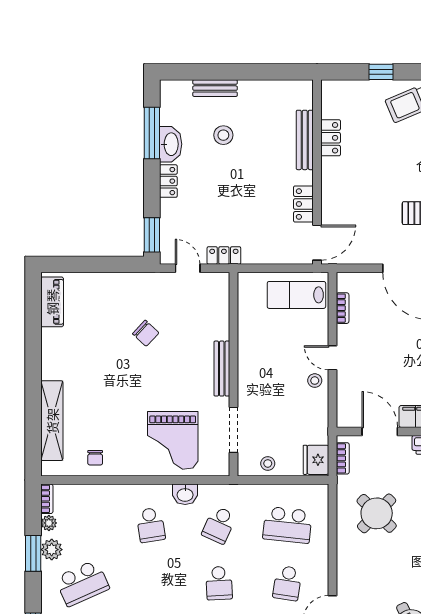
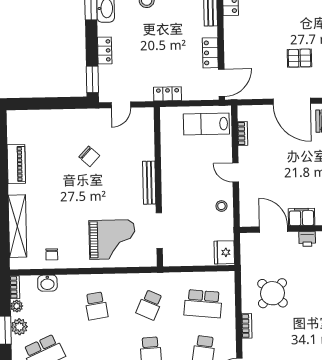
locker: (168, 181) -> (105, 50), moved
locker: (224, 255) -> (168, 94), moved
door: (188, 268) -> (121, 105), swing flipped
piano: (52, 302) -> (16, 164), moved
stool: (315, 381) -> (221, 206), moved
grand piano: (173, 440) -> (112, 239), turned -90
bookcase: (343, 458) -> (247, 326), moved
stool: (268, 463) -> (187, 256), removed
washbasin: (185, 494) -> (47, 283), moved

